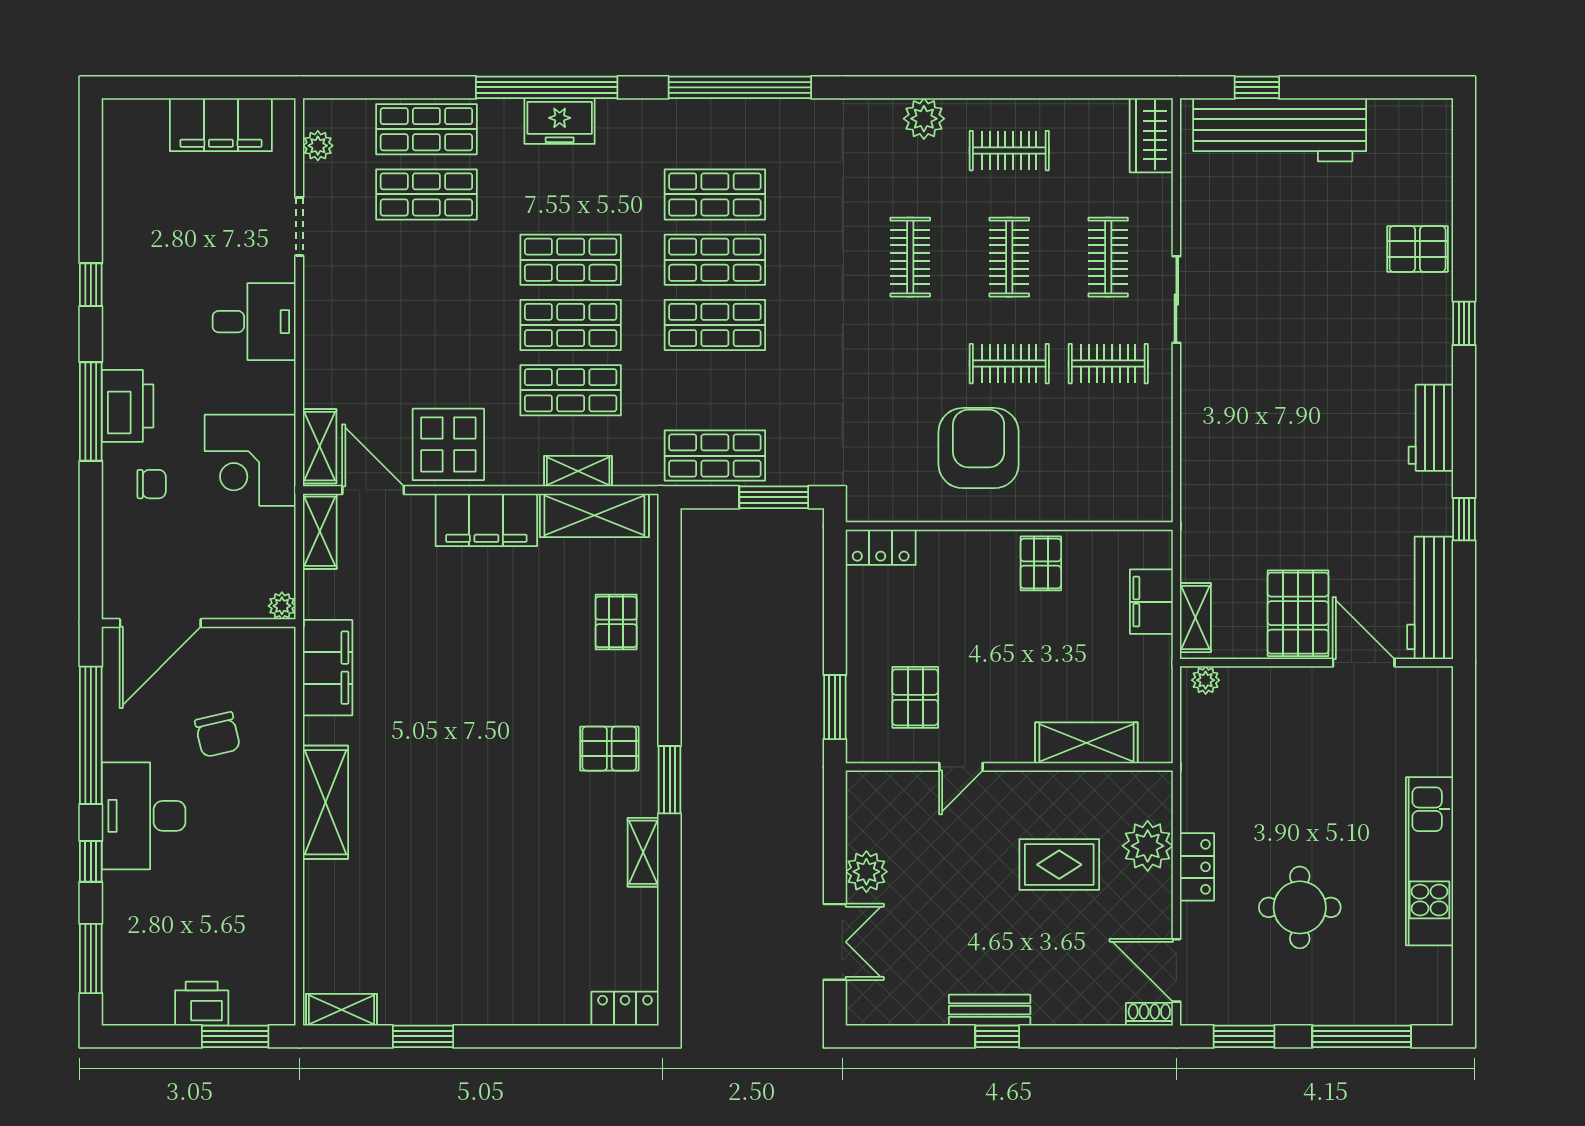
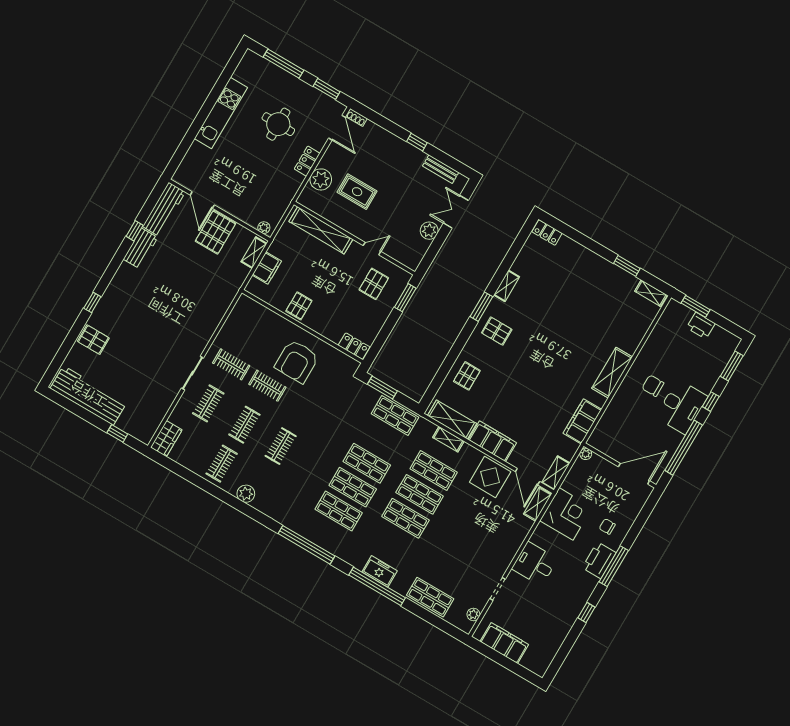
workbench: (1280, 130) -> (88, 395), moved
clothes rail: (1009, 151) -> (222, 464), turned 90
shop shelf: (426, 194) -> (444, 573), removed
workbench: (1431, 428) -> (141, 248), moved
chair: (218, 735) -> (653, 386), moved, turned -77
shelving: (1086, 743) -> (321, 230), width x1.47
bench: (990, 1010) -> (441, 169), moved

